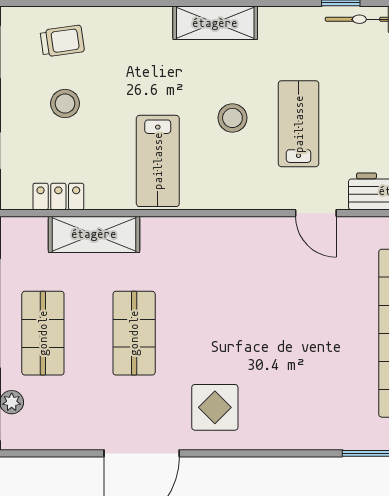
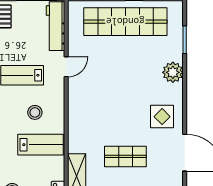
stool: (232, 118) -> (35, 112), moved
plant: (304, 429) -> (173, 72), added

